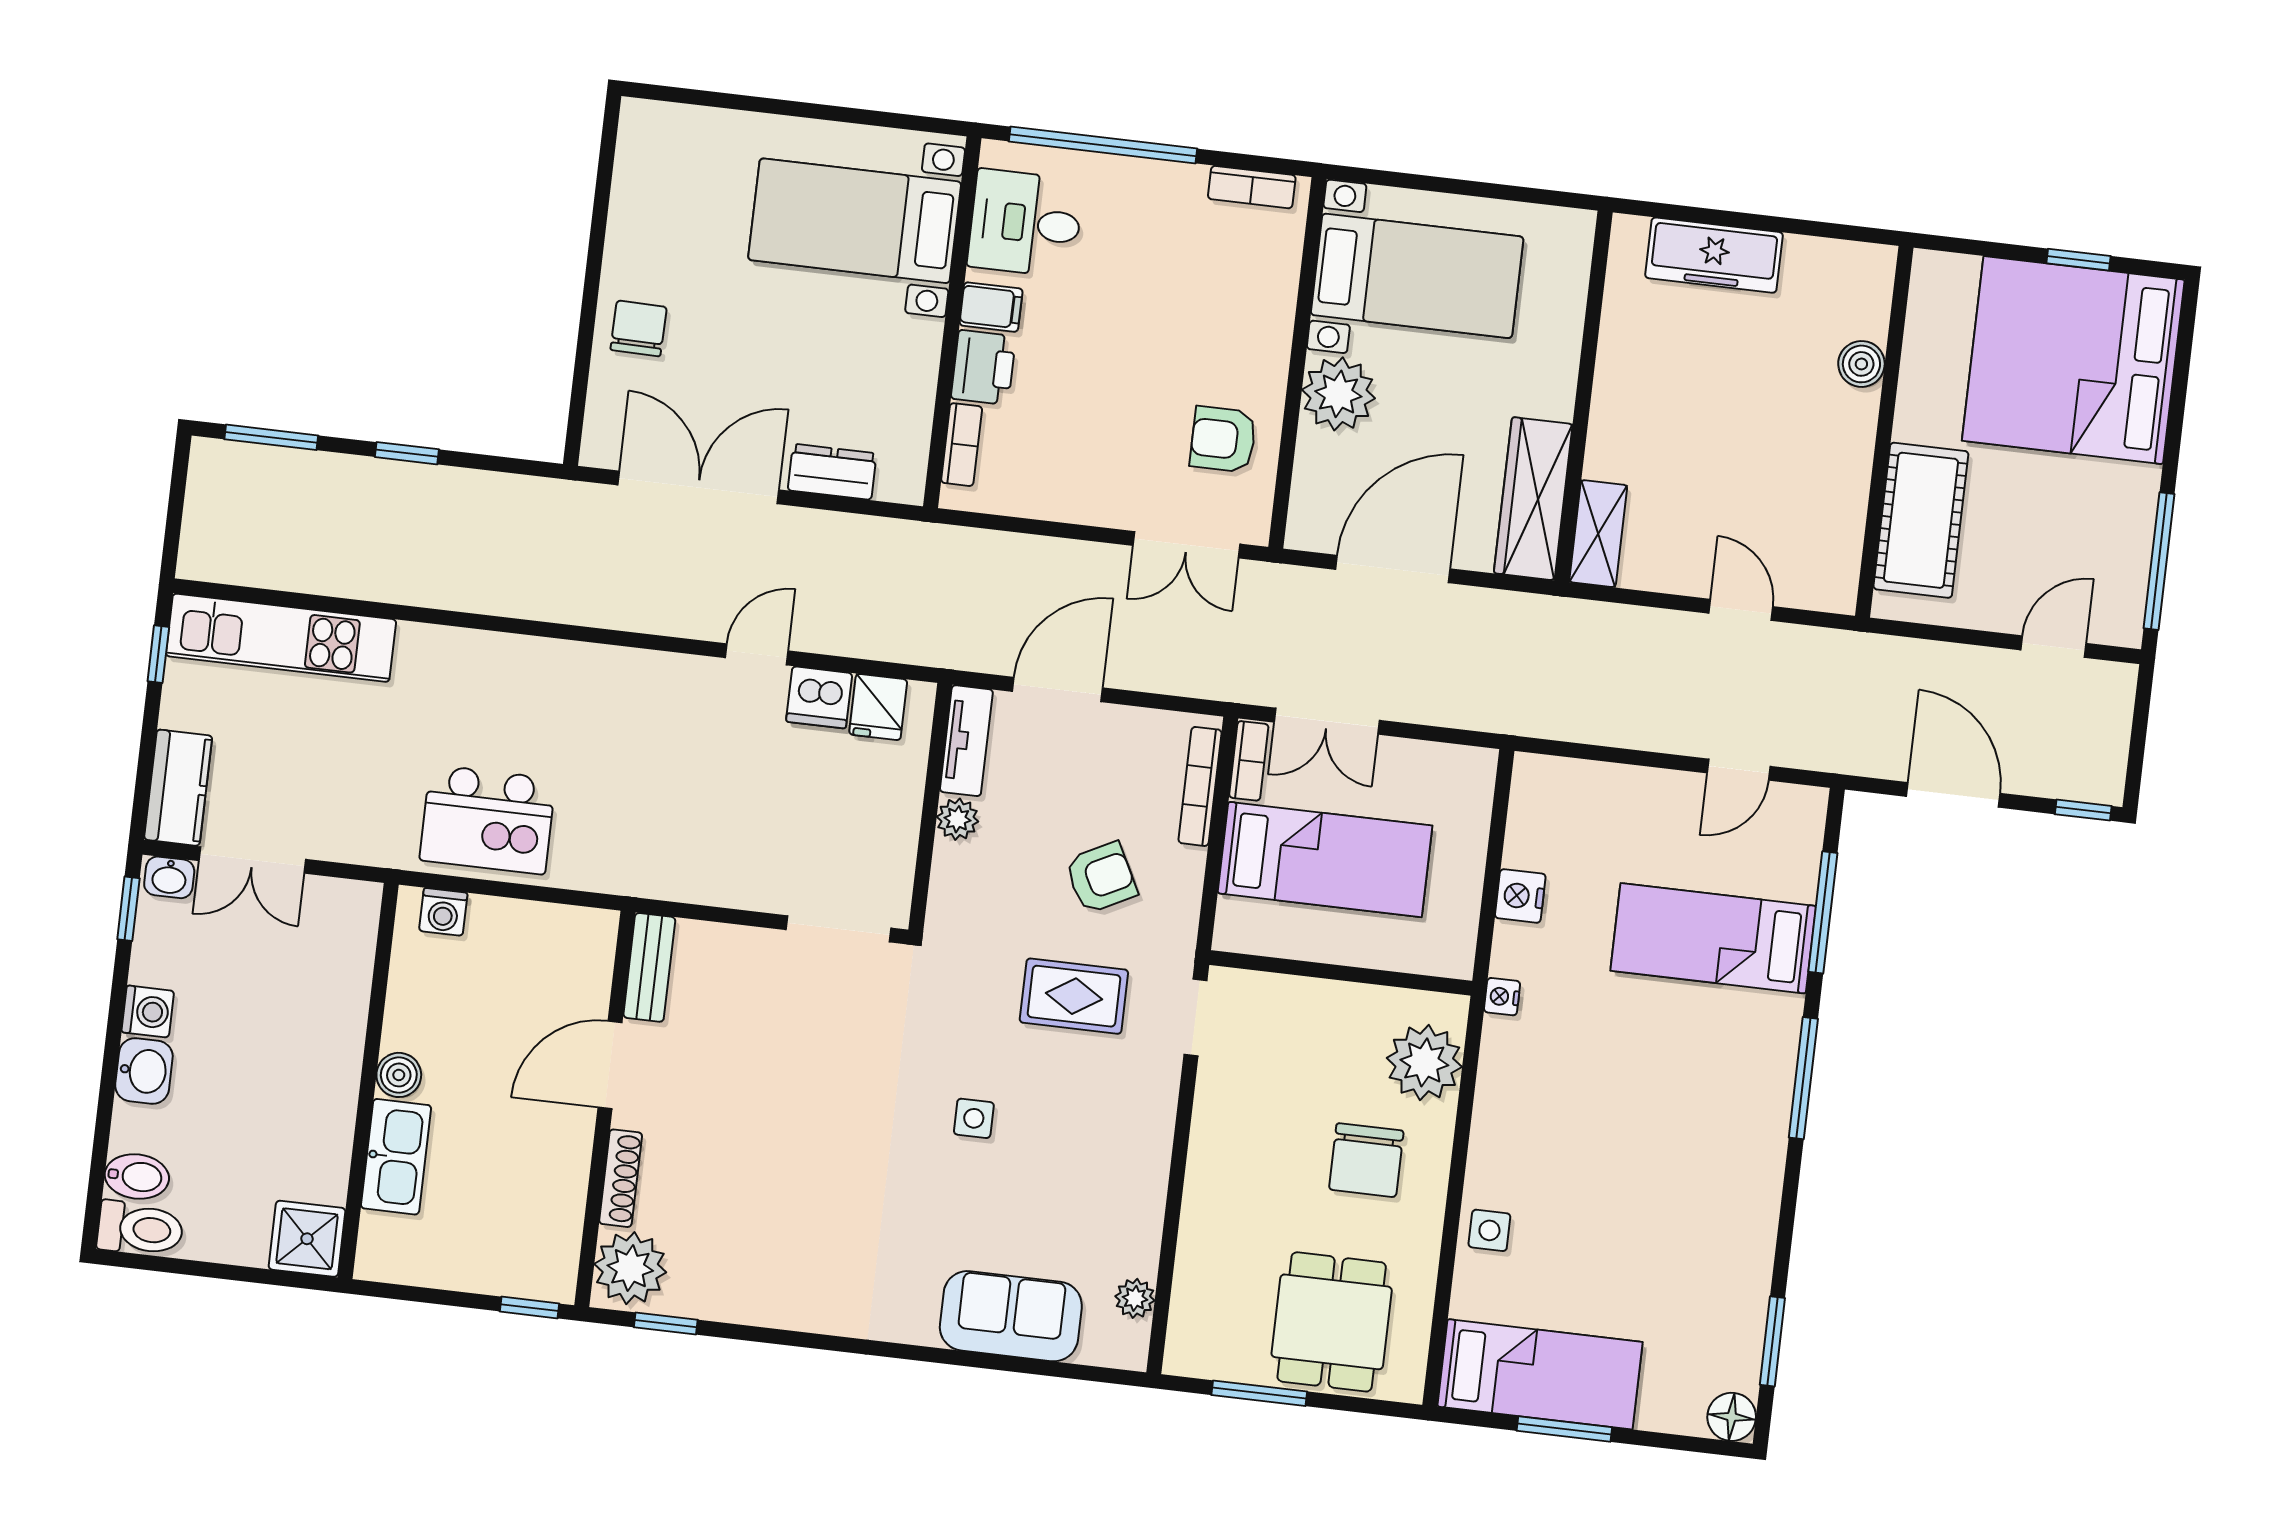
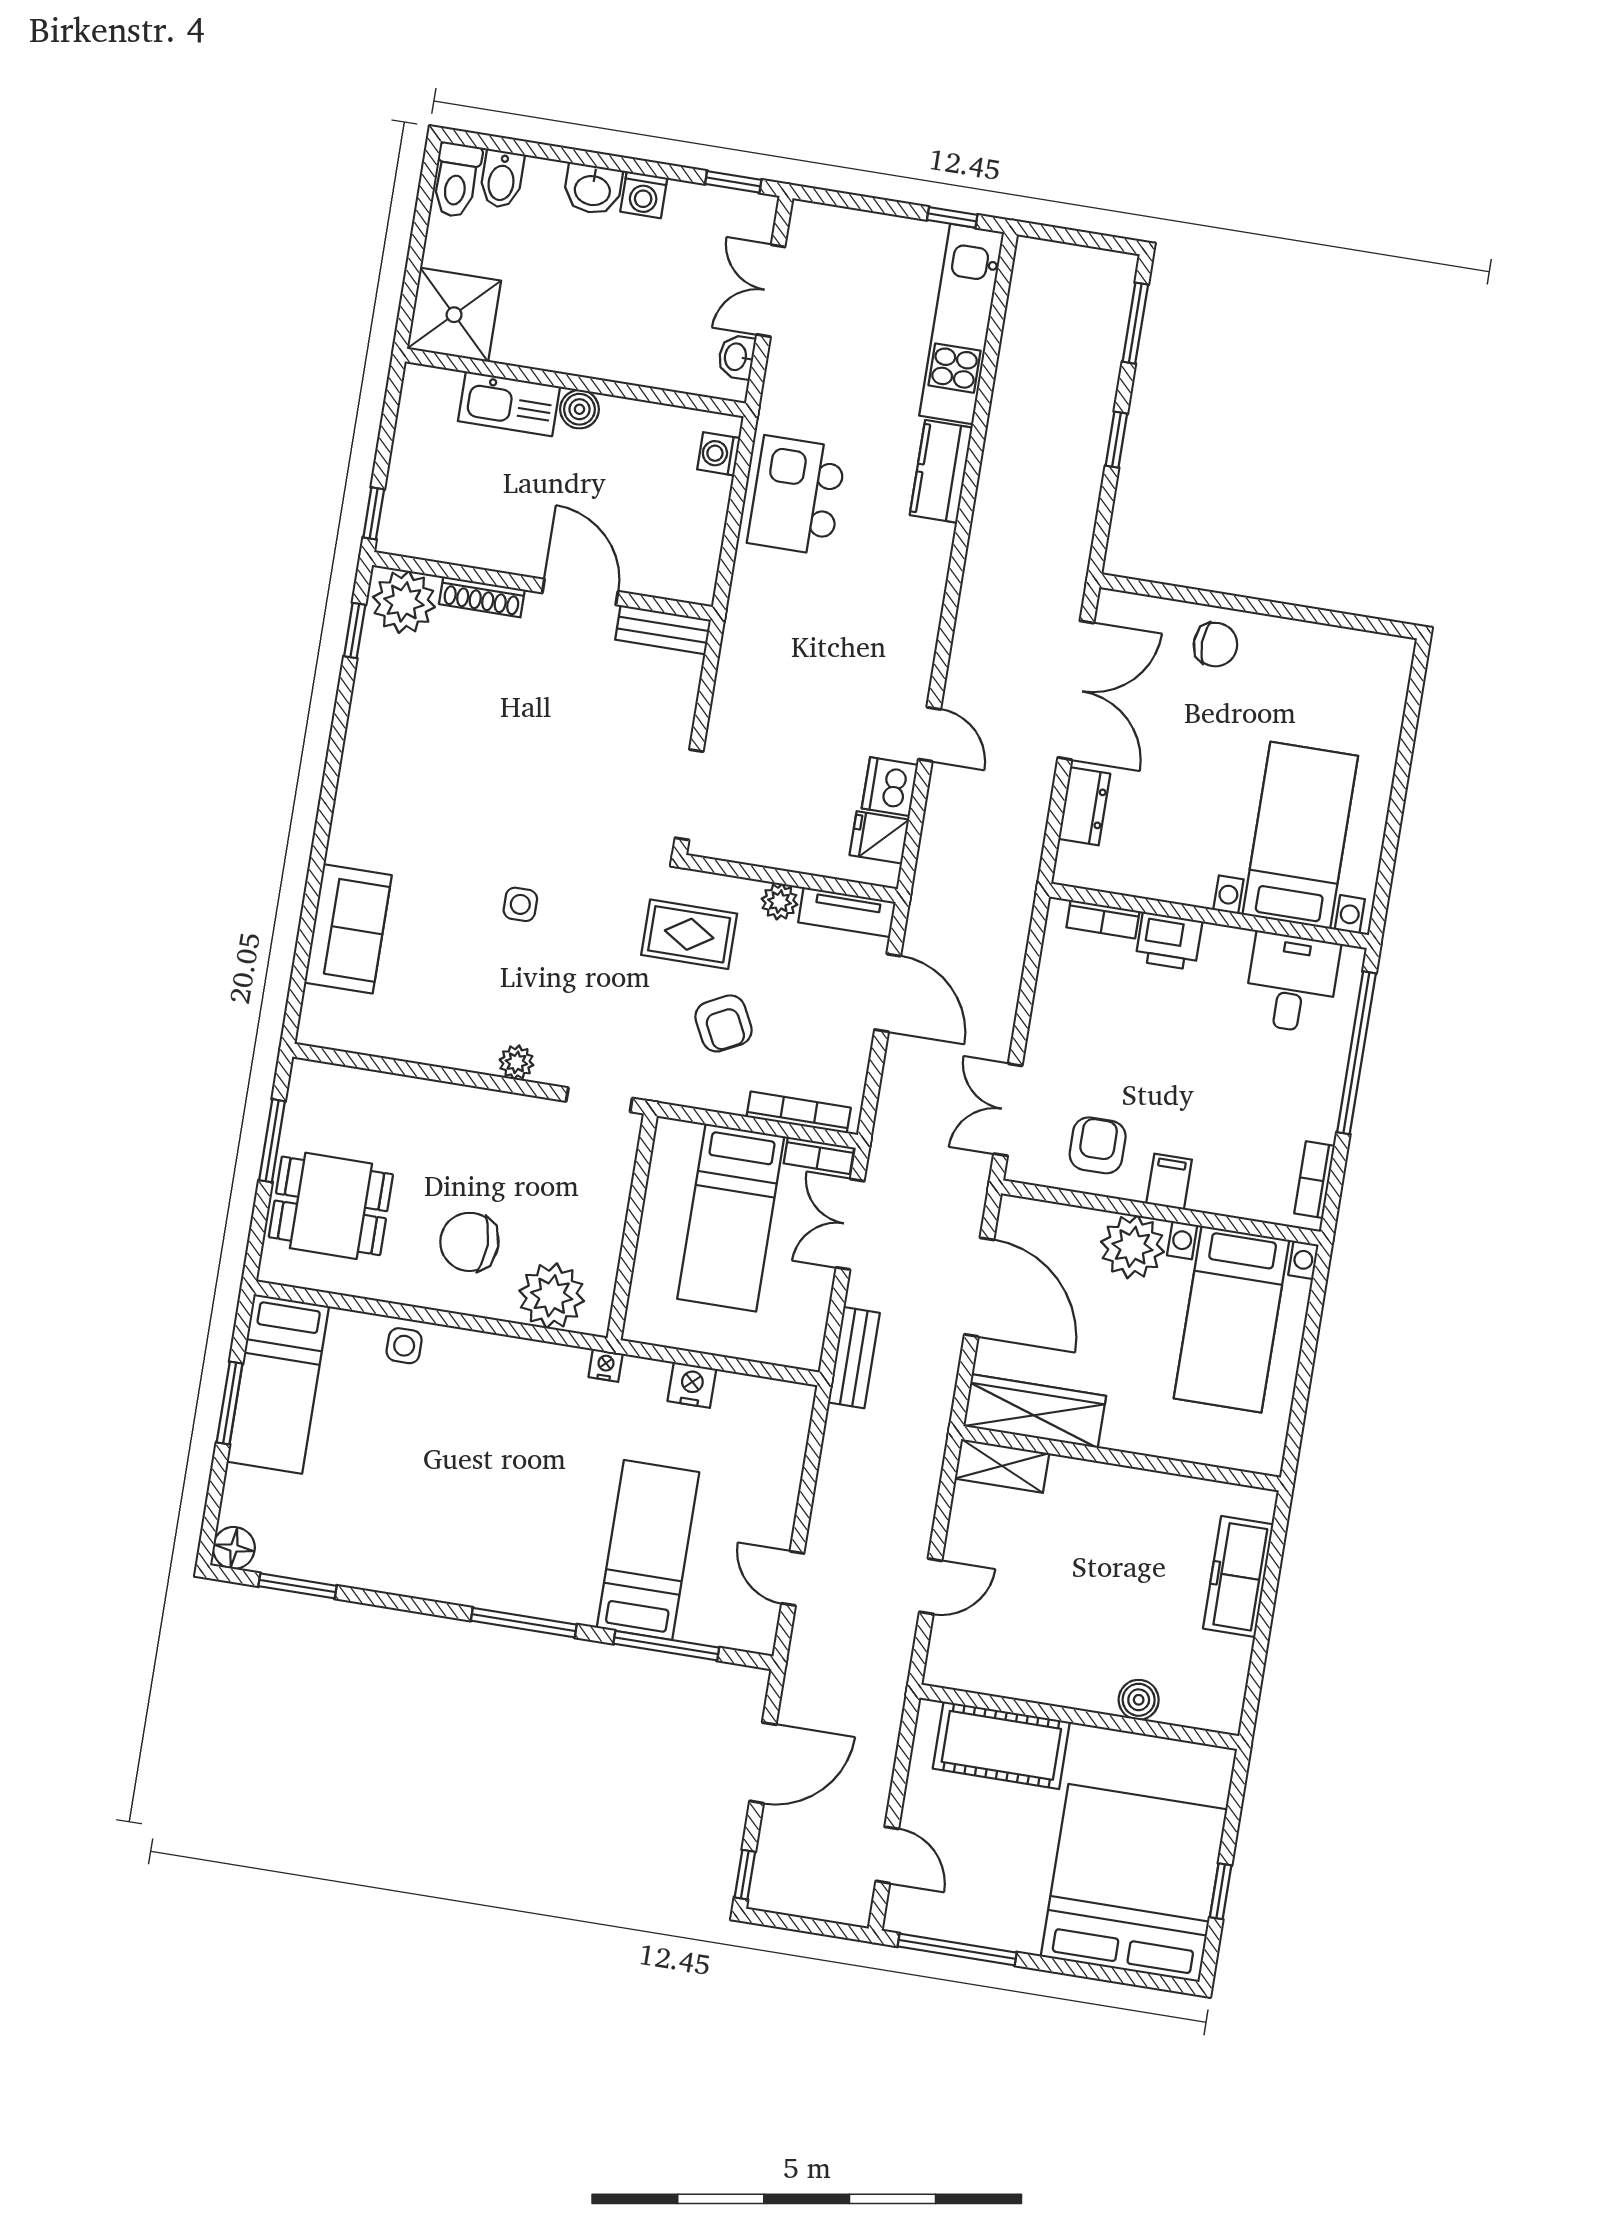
filing cabinet: (991, 307) -> (1169, 1182), moved, turned 180
bench: (1481, 710) -> (854, 1358), added
kitchen counter: (178, 788) -> (941, 471), moved, turned 90
washbasin: (169, 877) -> (736, 357), moved
rug: (1074, 996) -> (689, 934), moved, turned 90
shower: (307, 1239) -> (454, 315), width x1.36, depth x1.36
plant: (1135, 1298) -> (516, 1062), moved

